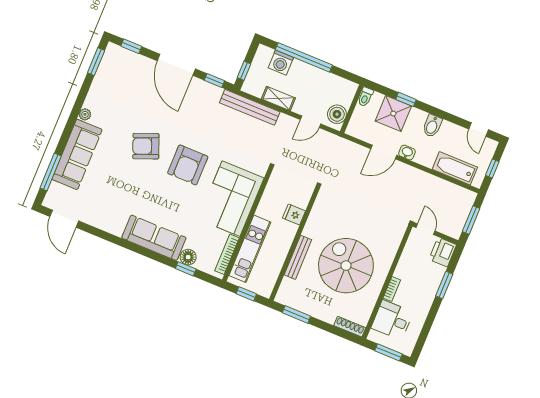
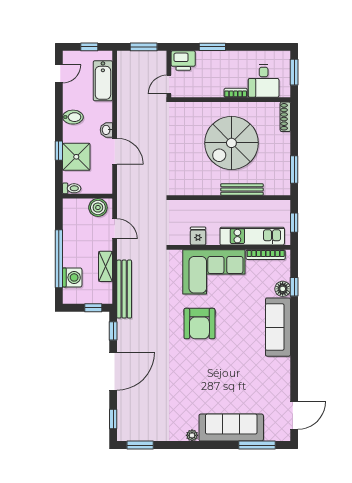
armchair: (146, 146) -> (198, 369), removed
armchair: (188, 165) -> (199, 324), turned 90
fridge: (294, 214) -> (198, 236), moved, turned 180

